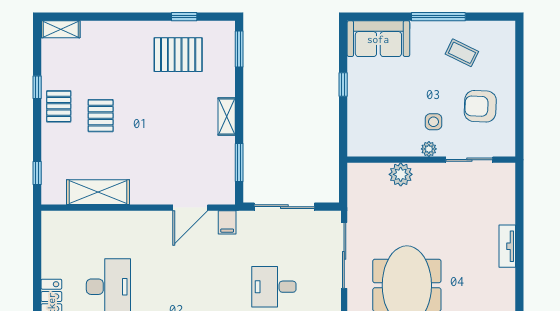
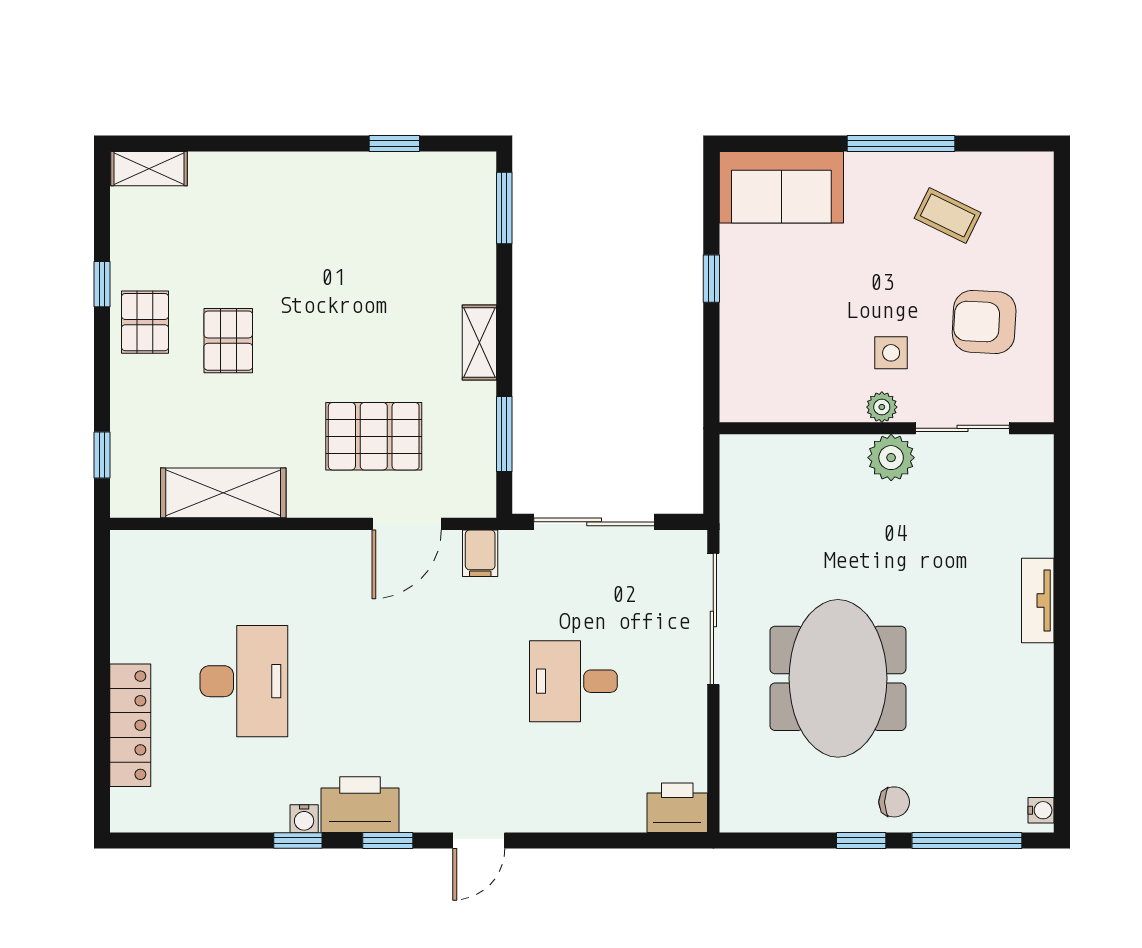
pallet: (178, 55) -> (374, 436), moved
plant: (401, 174) -> (891, 458), moved

